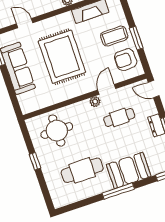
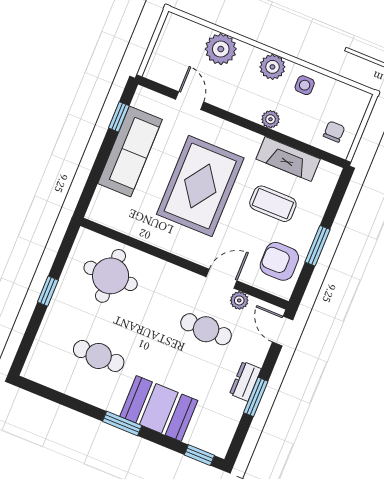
coffee table: (114, 36) -> (273, 204), moved
plant: (95, 102) -> (239, 300), moved
cafe table: (82, 170) -> (99, 356), width x0.73, depth x0.74
window: (118, 191) -> (122, 424), width x0.69

